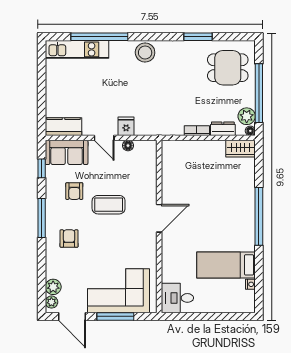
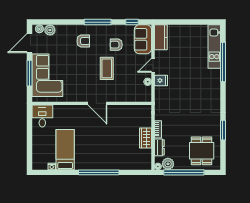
stool: (145, 52) -> (212, 94), removed
wardrobe: (240, 149) -> (146, 138), moved

